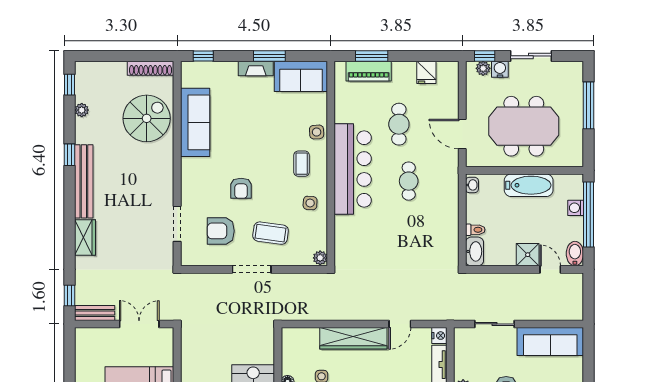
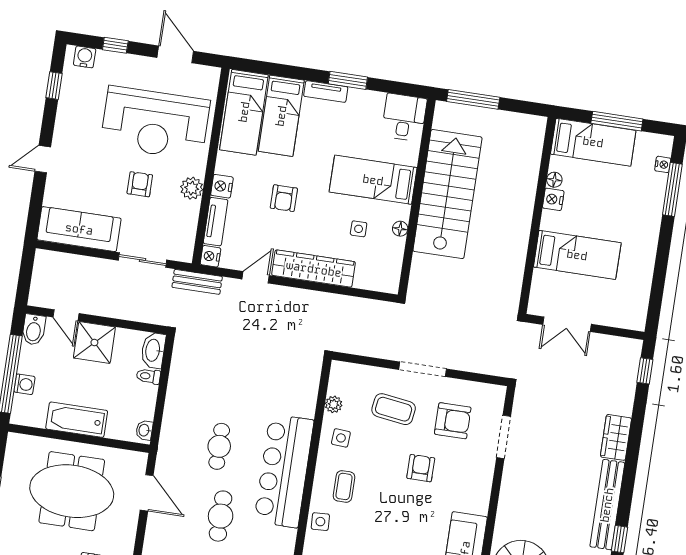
shower: (528, 255) -> (94, 343), width x1.36, depth x1.36
plant: (320, 258) -> (334, 404), moved
bench: (95, 313) -> (197, 282), moved

